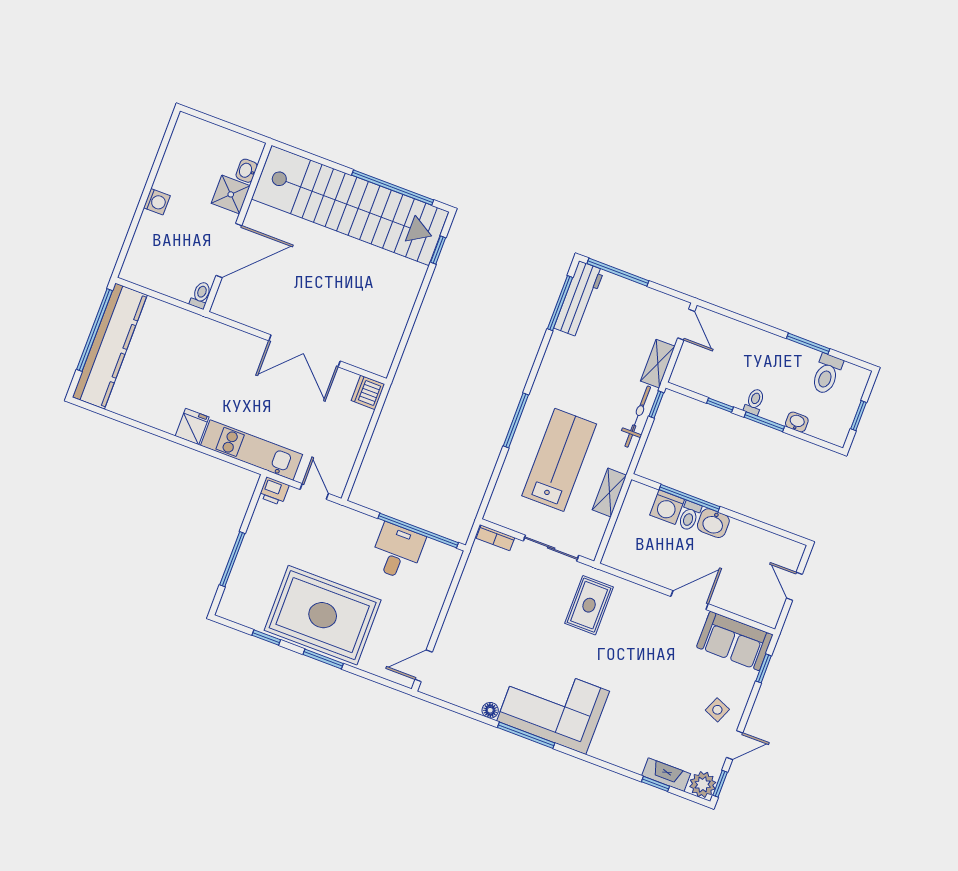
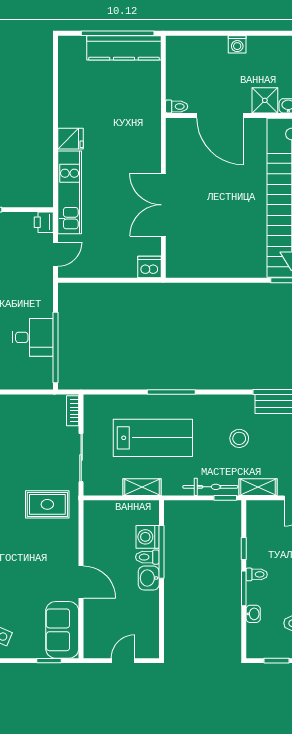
kitchen counter: (110, 346) -> (124, 48), width x0.72, depth x0.86
stool: (596, 364) -> (239, 438), added

